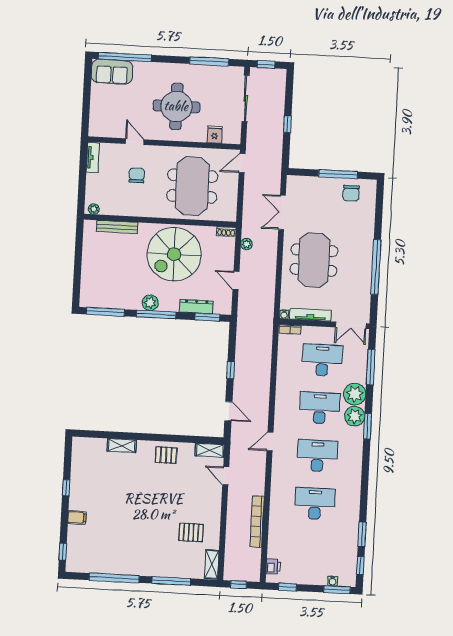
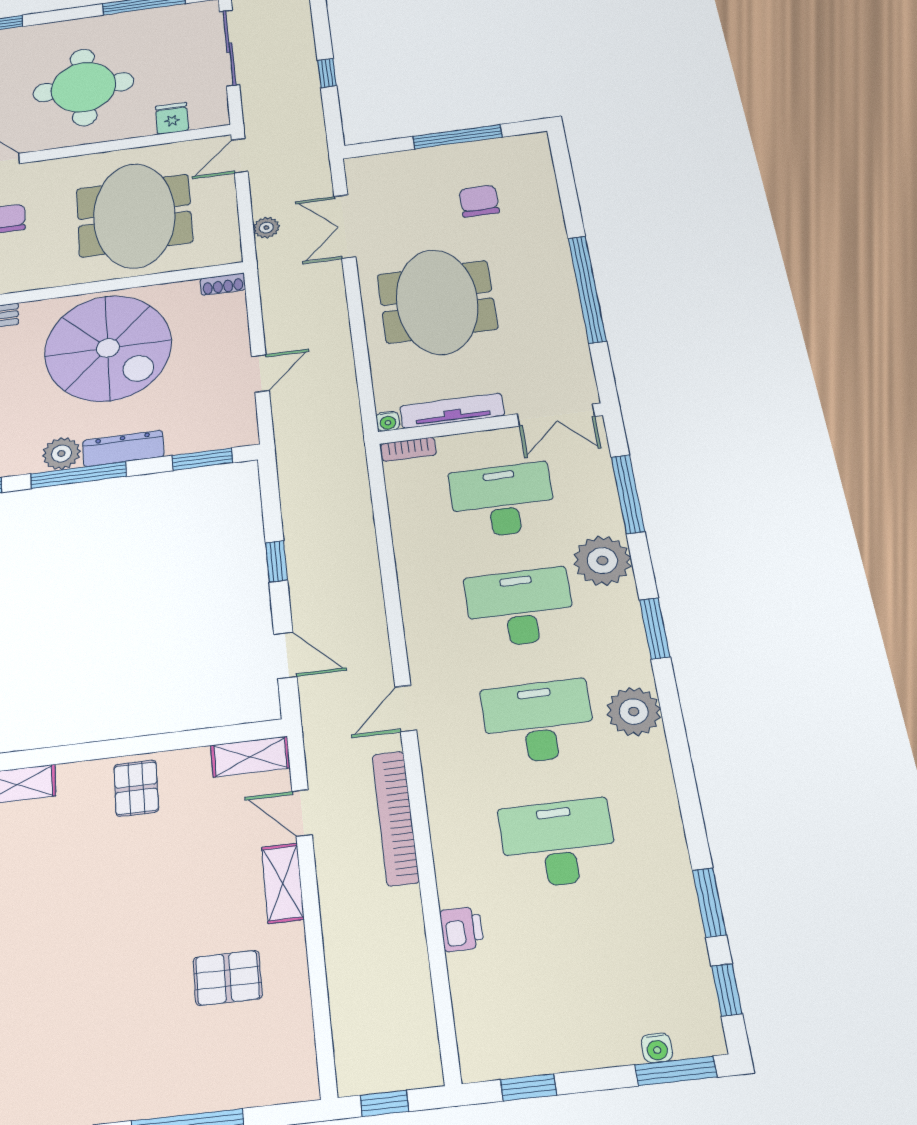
chair: (351, 193) -> (479, 201), moved, turned 180
plant: (247, 244) -> (266, 228), moved
spiral stairs: (174, 254) -> (108, 348), turned -90
door: (236, 281) -> (260, 373), swing flipped
dresser: (196, 307) -> (123, 448), moved
plant: (355, 416) -> (634, 712), moved
pallet: (166, 455) -> (136, 788), turned 90
bookcase: (257, 521) -> (395, 818), moved
shelving: (212, 564) -> (283, 883), moved
printer: (273, 566) -> (462, 929), moved

